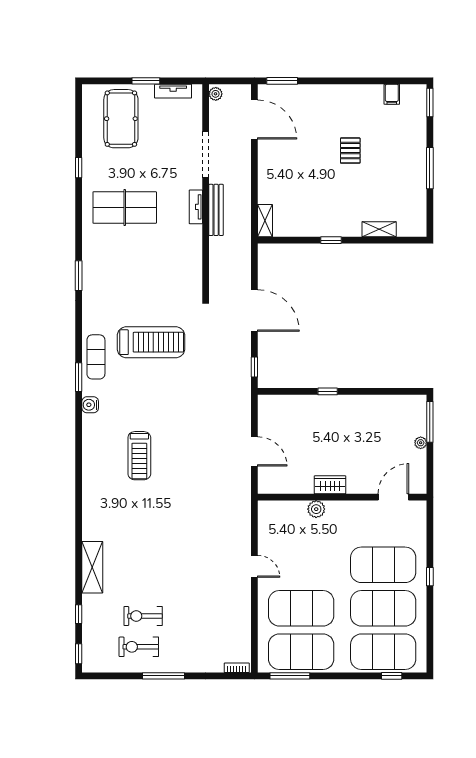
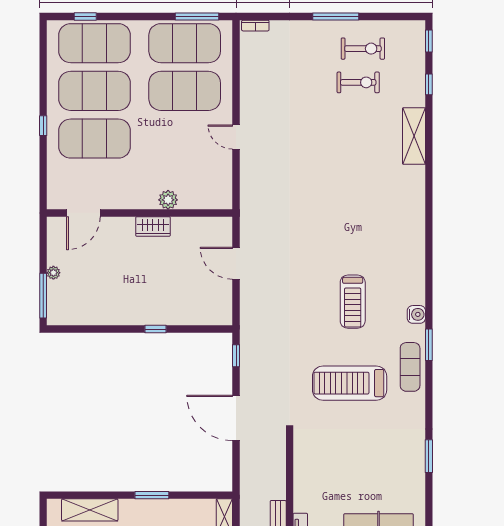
shelving: (379, 229) -> (90, 510), width x1.50, depth x1.33
window: (331, 240) -> (152, 495), width x1.50
treadmill: (139, 456) -> (353, 302), moved, turned 180

